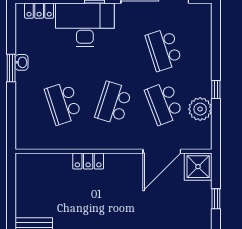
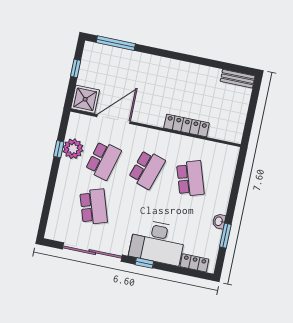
window: (11, 68) -> (225, 236), moved
window: (216, 90) -> (59, 149), moved
school desk: (164, 103) -> (103, 160), turned 36
locker: (88, 161) -> (187, 125), width x1.53

